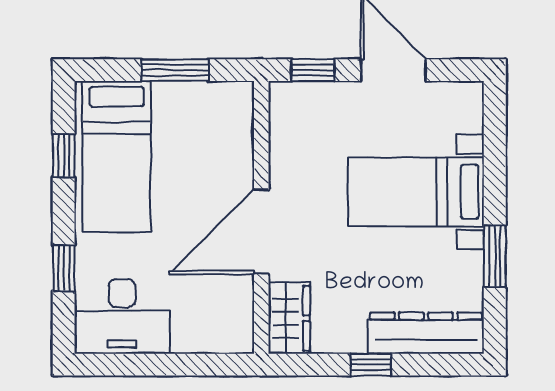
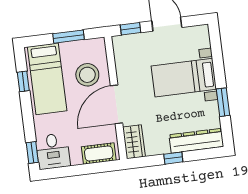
stool: (206, 159) -> (87, 75), added
window: (64, 268) -> (32, 152), moved
desk: (122, 316) -> (53, 151), width x0.73
cot: (209, 334) -> (99, 153), added

